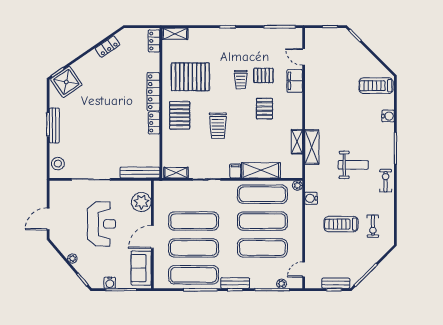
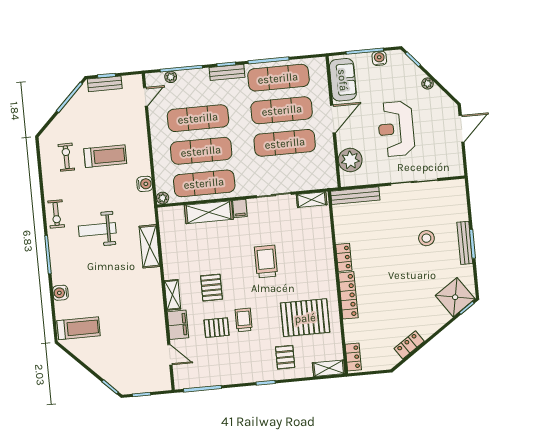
pallet: (180, 115) -> (285, 357), moved, width x0.67, depth x0.71
shelving: (297, 142) -> (172, 295), moved
stool: (58, 164) -> (426, 238), moved

